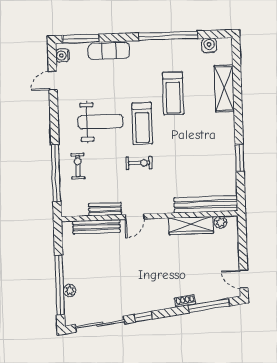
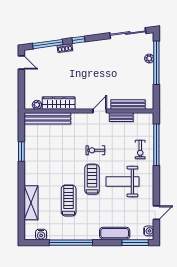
window: (143, 317) -> (79, 40), moved

